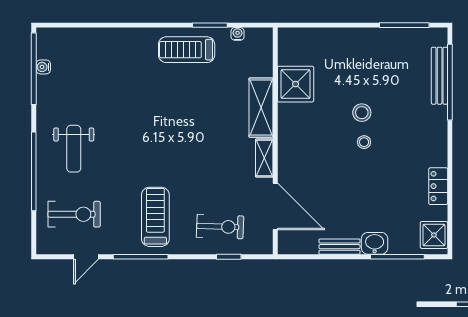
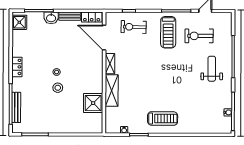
treadmill: (187, 50) -> (163, 119), moved
locker: (438, 186) -> (17, 67), moved
exercise bike: (74, 214) -> (199, 36), moved
locker: (299, 245) -> (92, 17), added

